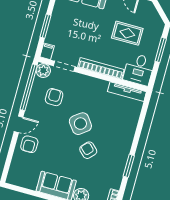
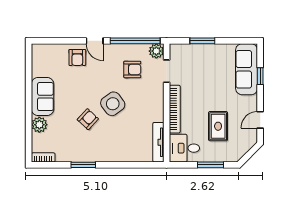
filing cabinet: (47, 51) -> (177, 49), removed
armchair: (29, 144) -> (77, 57), turned -90

